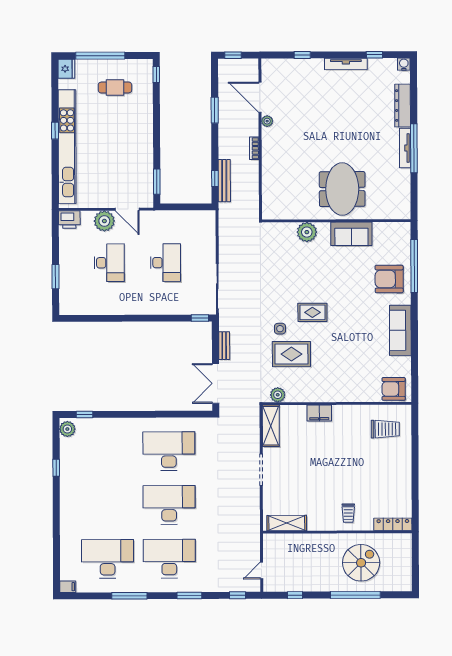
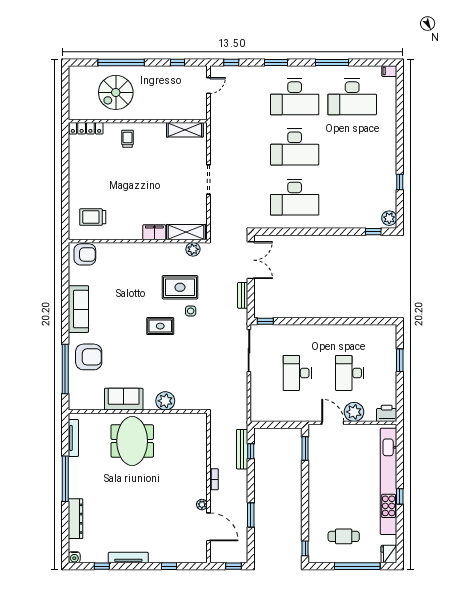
tv unit: (405, 148) -> (73, 438), moved
shelving: (271, 426) -> (186, 232), moved, turned 90

